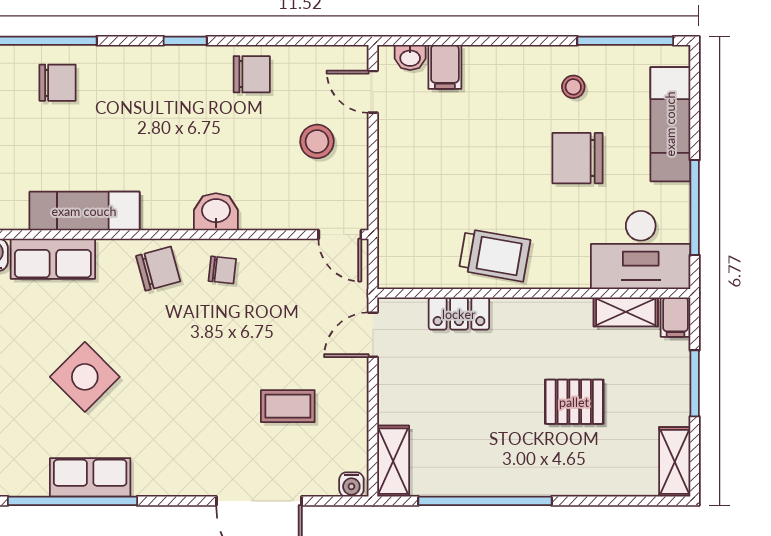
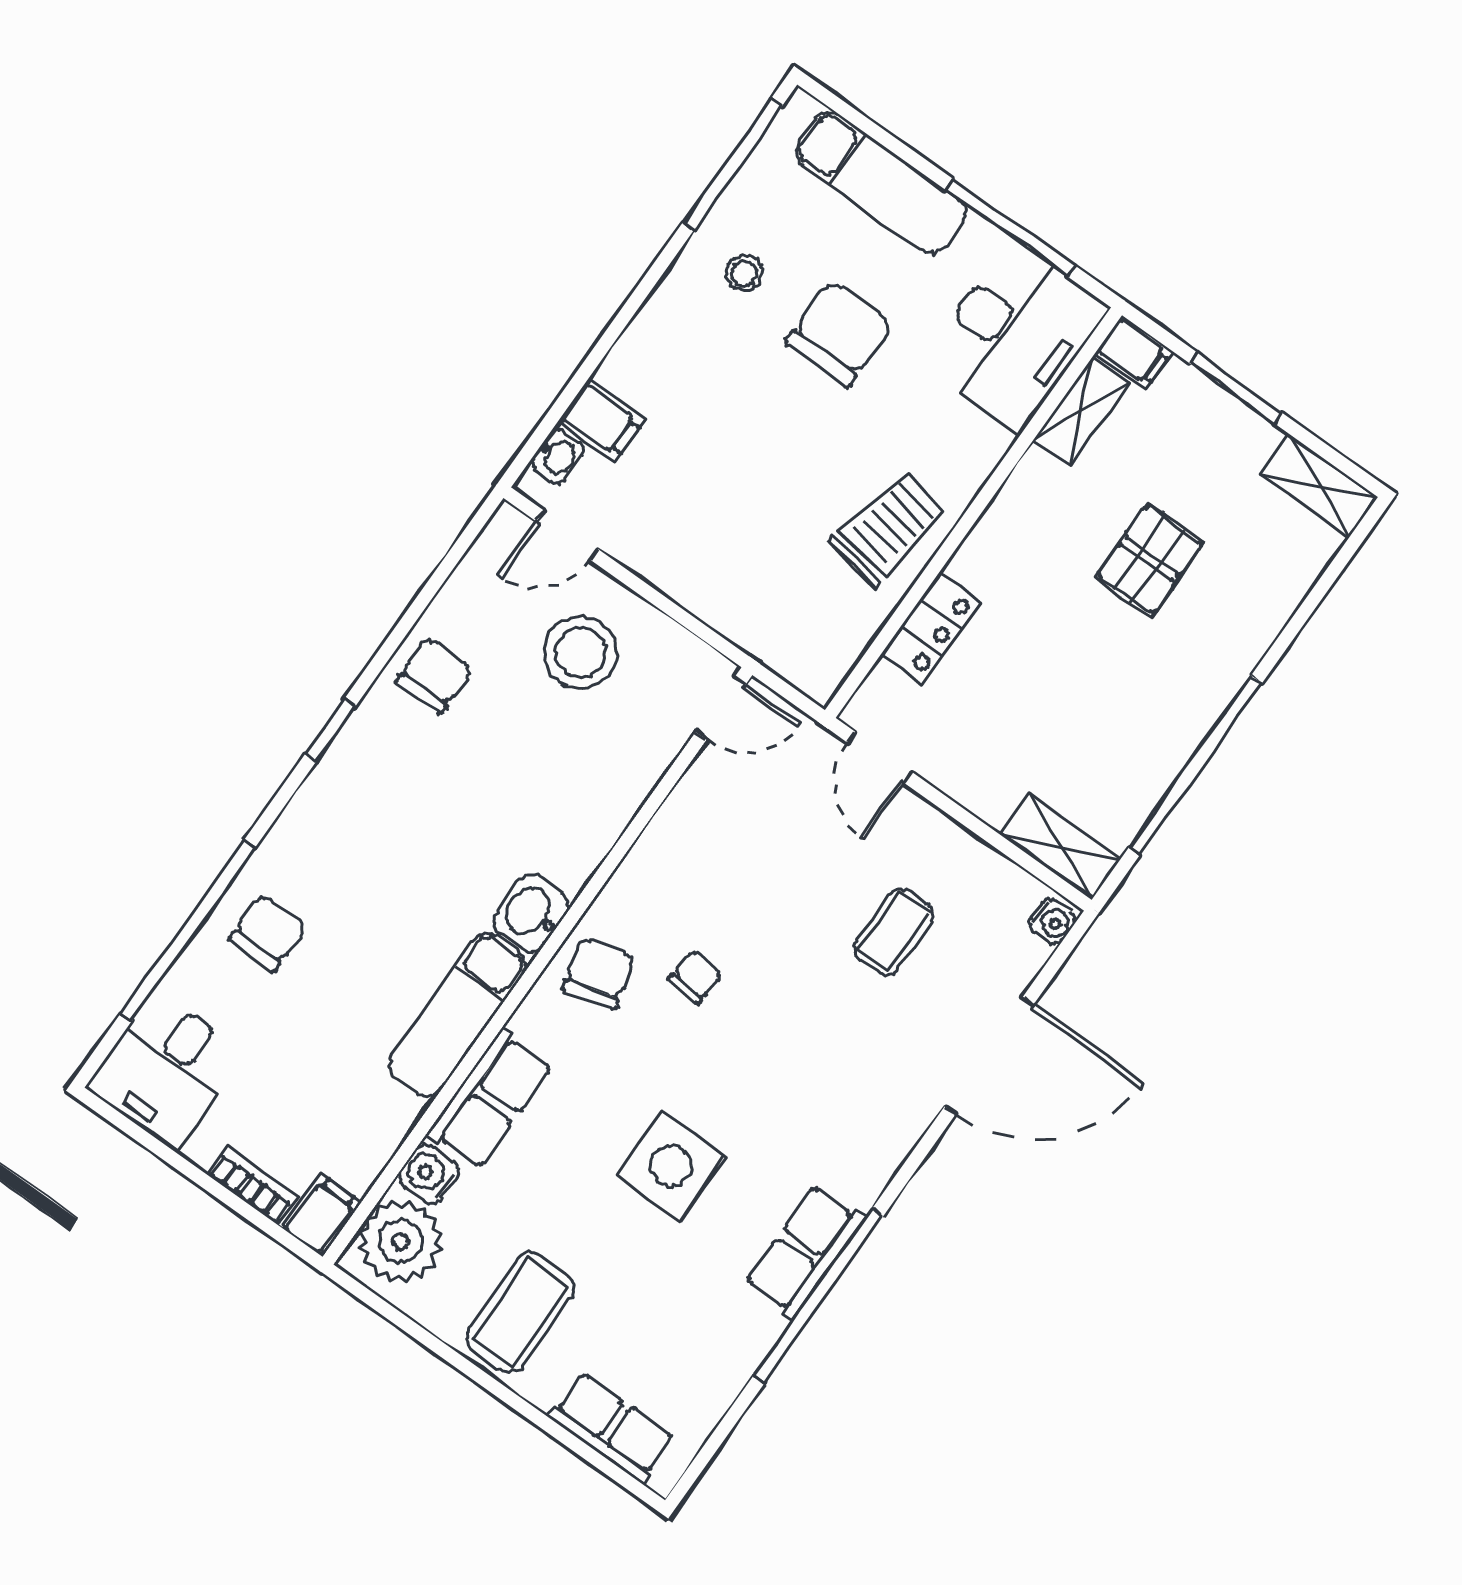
stool: (317, 141) -> (580, 653), width x1.38, depth x1.38
chair: (578, 158) -> (840, 333), turned 180
washbasin: (216, 212) -> (531, 913), moved
chair: (222, 270) -> (695, 977), moved
side table: (85, 377) -> (671, 1166), turned 45

